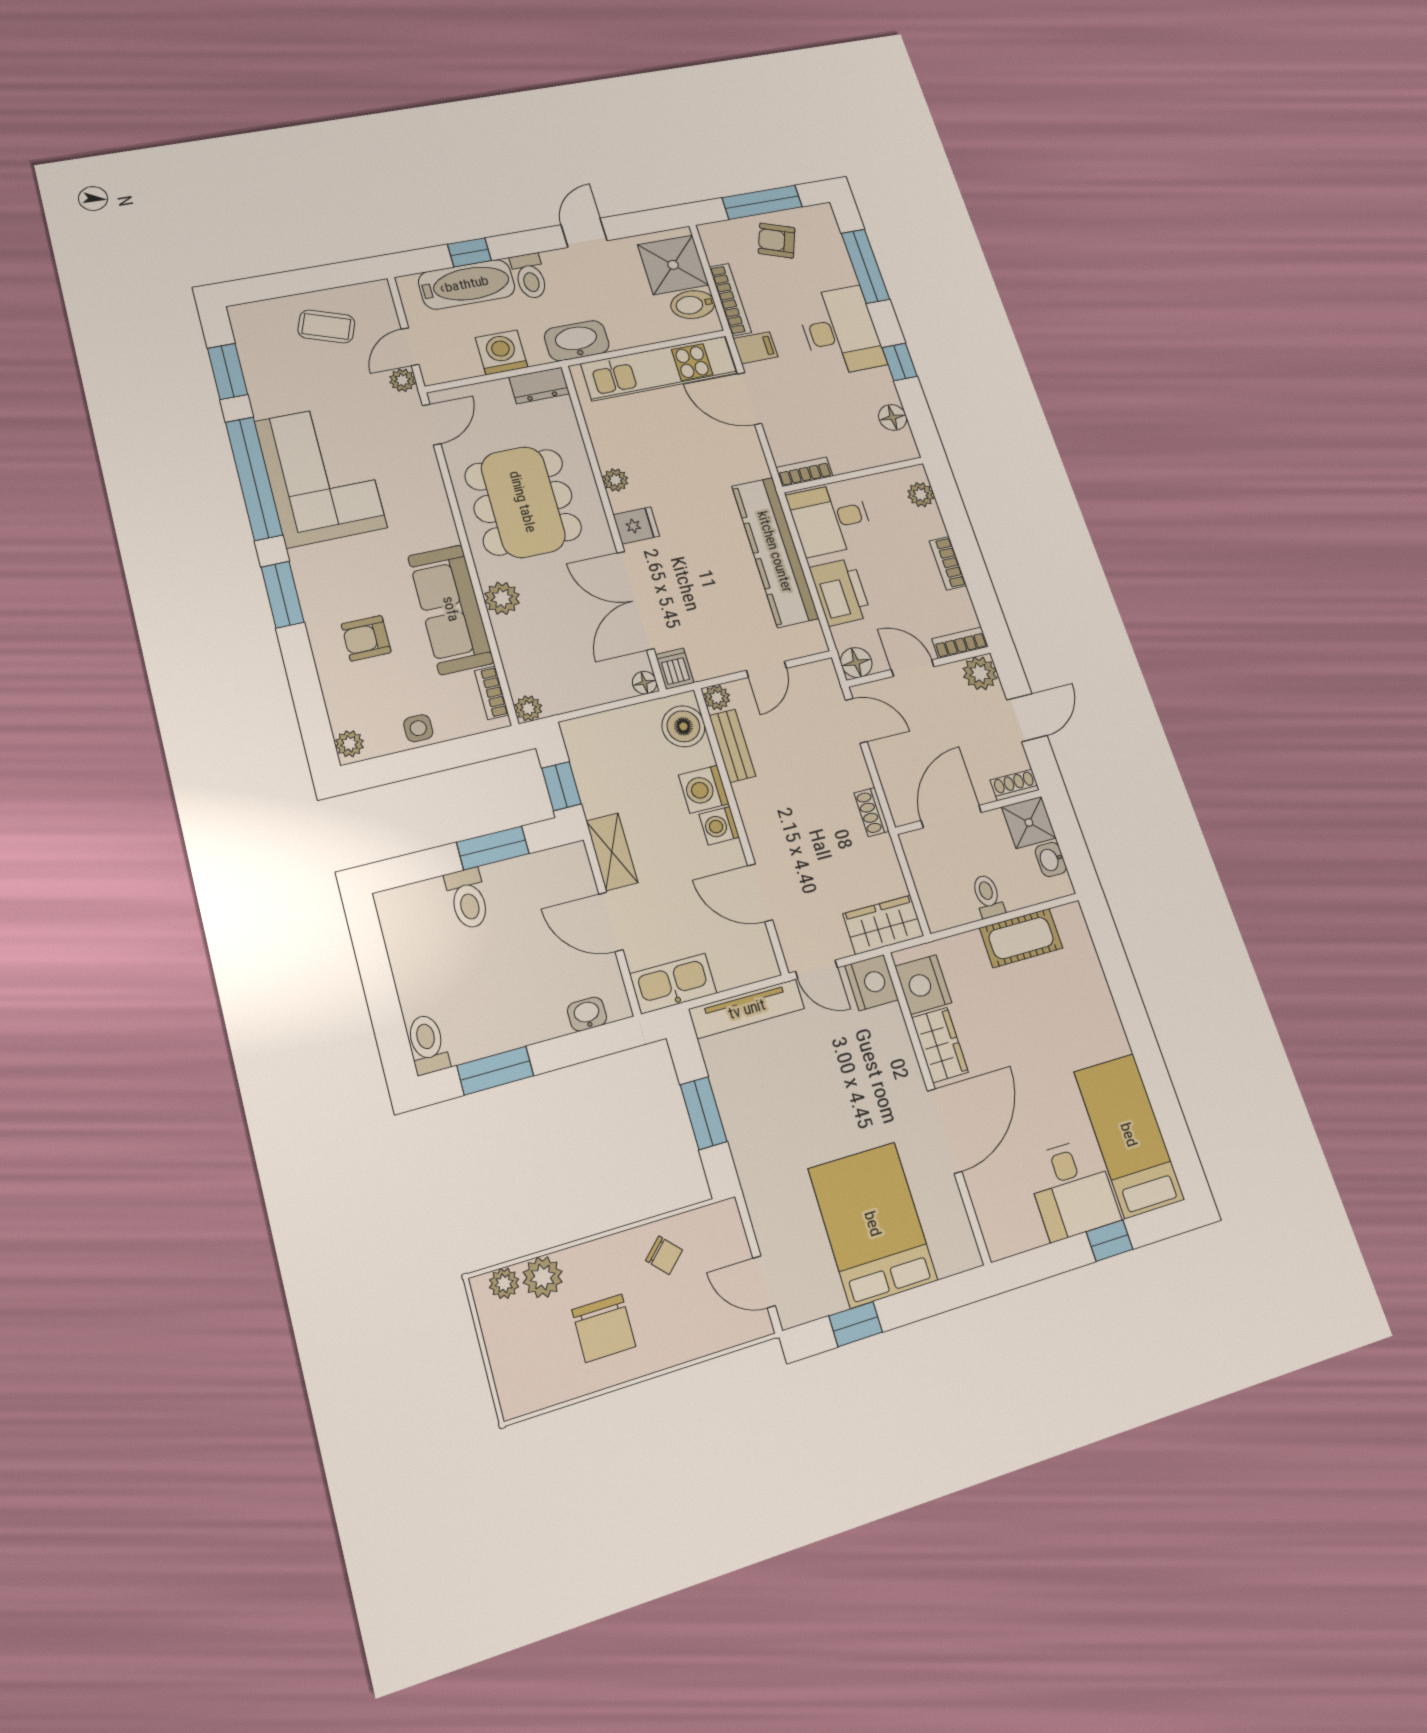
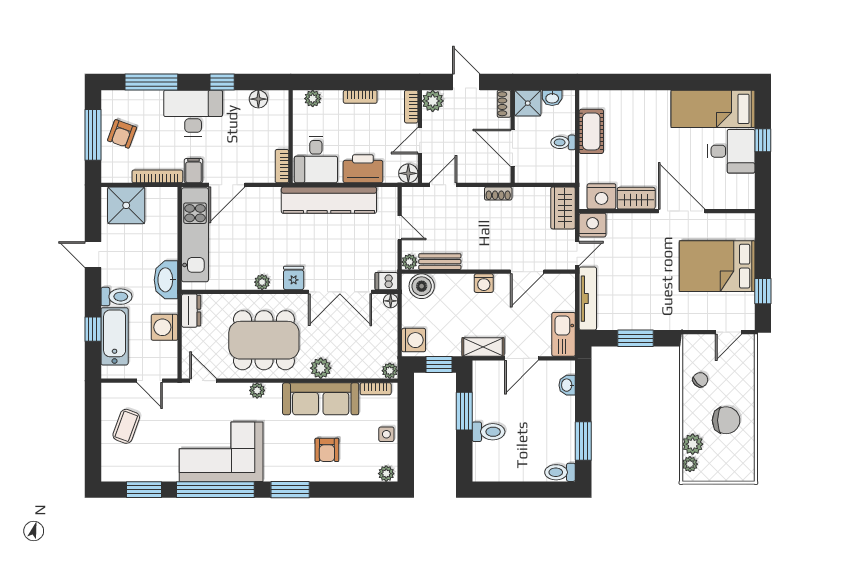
bidet: (693, 305) -> (156, 201), removed
plant: (402, 380) -> (257, 390), moved
washing machine: (704, 789) -> (414, 340), moved, turned -90

